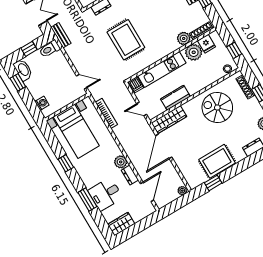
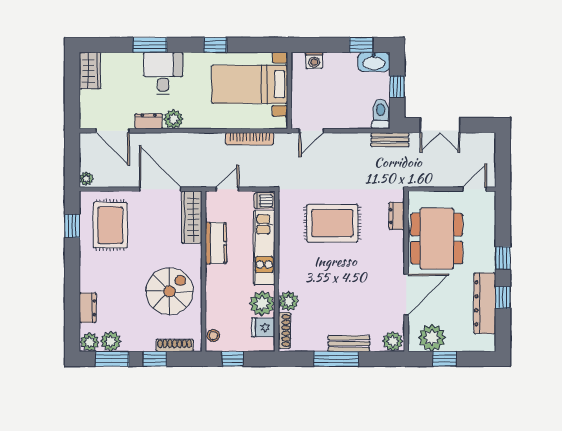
rug: (217, 161) -> (110, 225), moved
desk: (105, 194) -> (163, 73), moved

